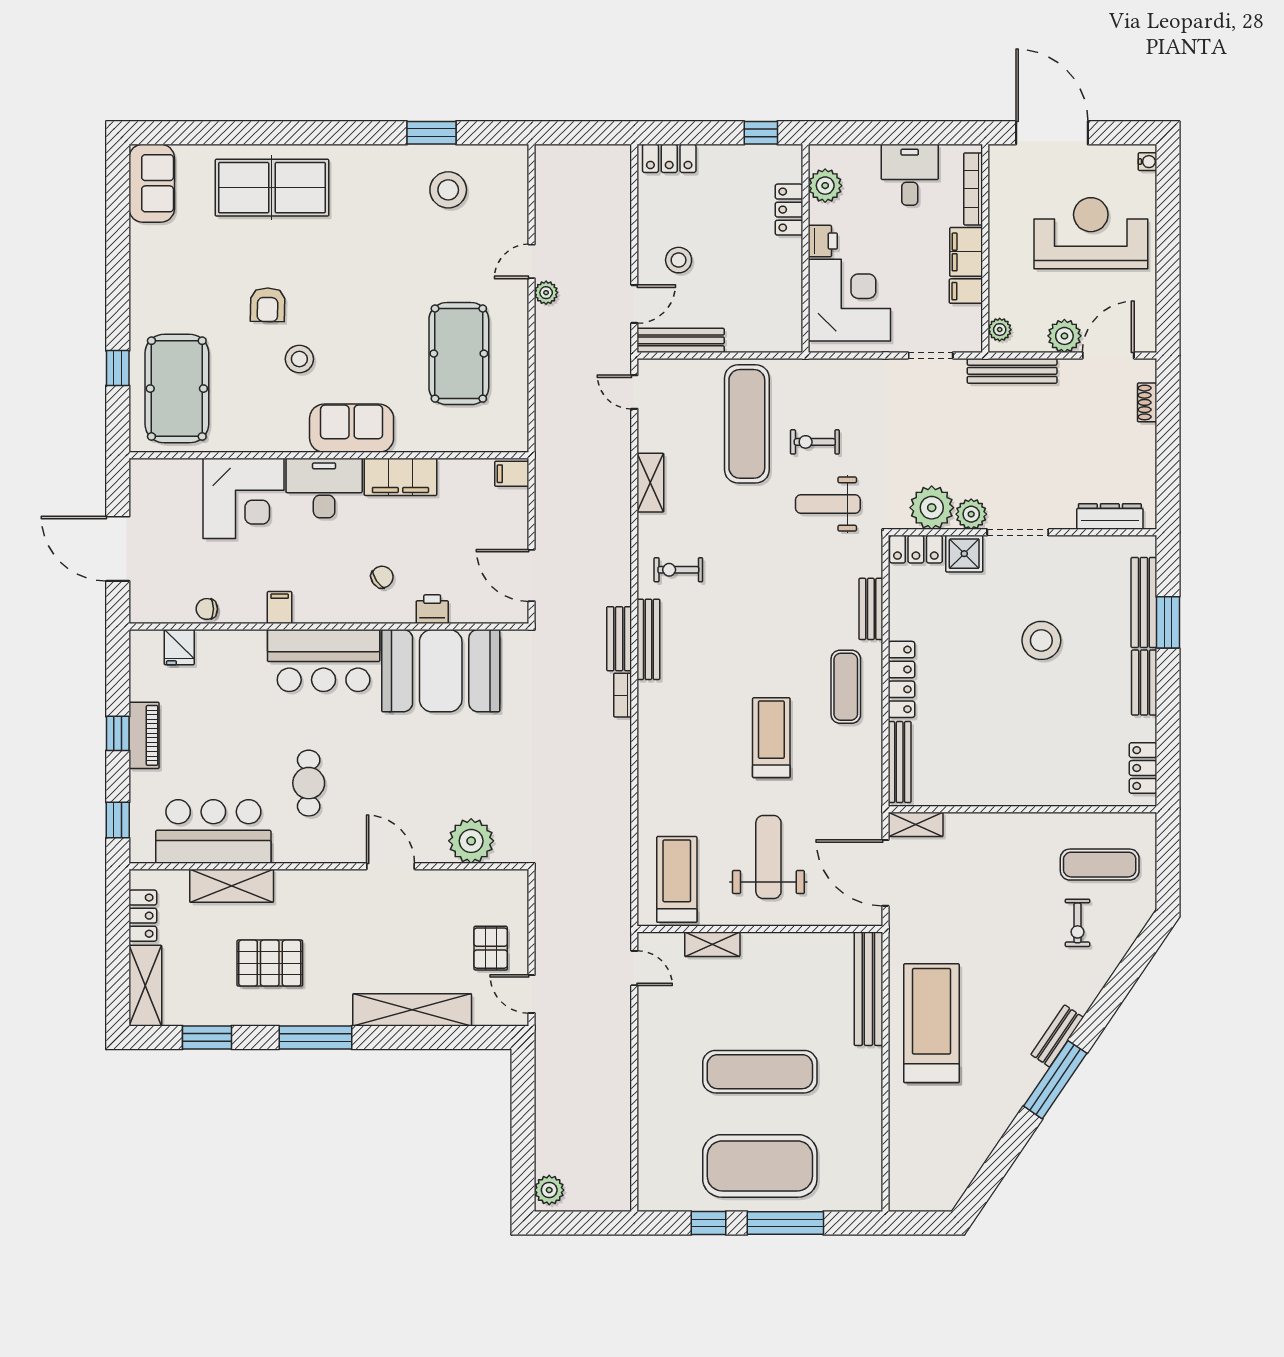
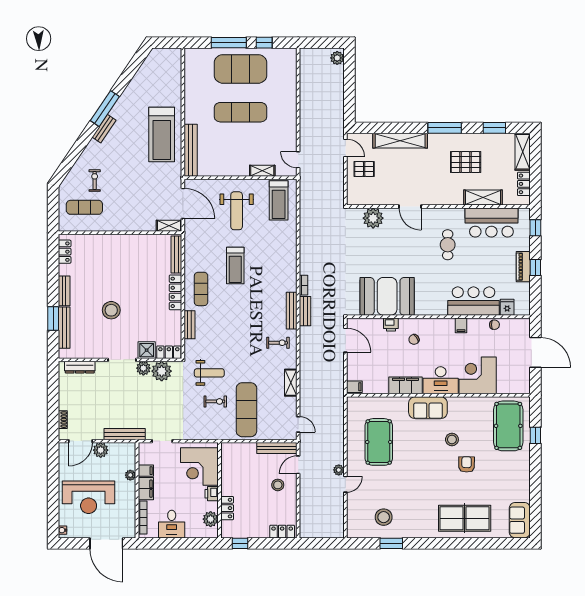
plant: (1000, 330) -> (130, 475), moved
bar counter: (324, 660) -> (473, 301), moved
pallet: (491, 948) -> (364, 169), turned 90

